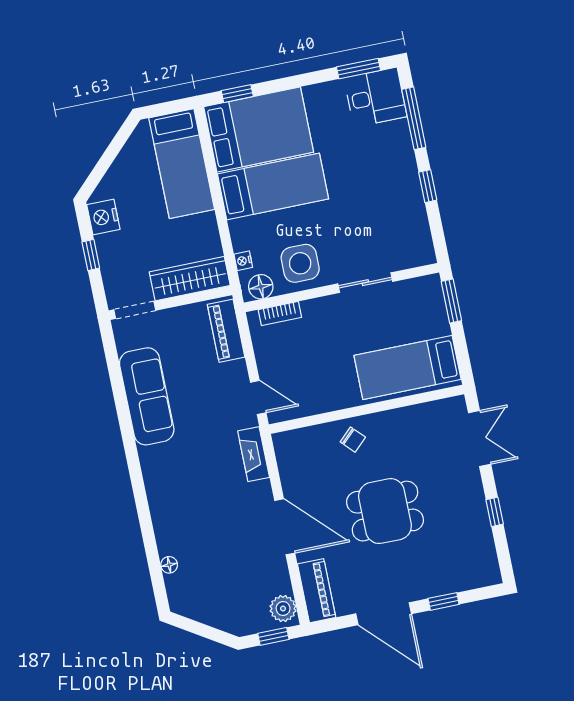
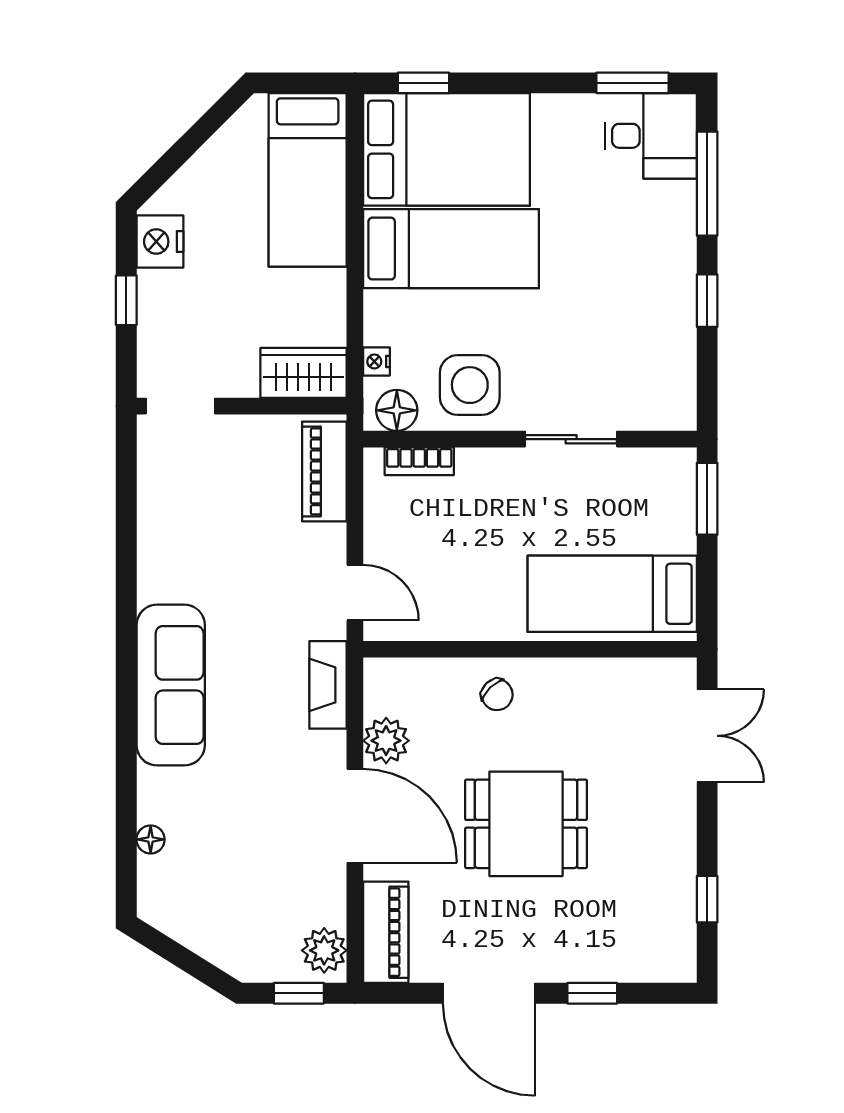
wardrobe: (190, 279) -> (303, 373), width x0.67
sofa: (147, 396) -> (171, 685), moved
plant: (294, 479) -> (386, 741), added
window: (495, 512) -> (707, 899), moved

